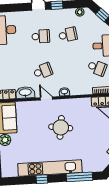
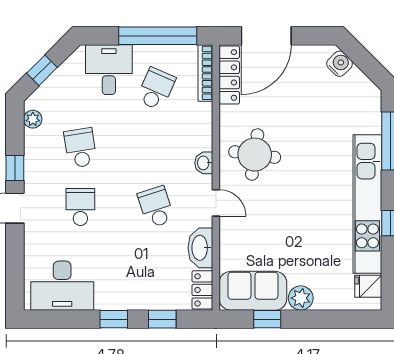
door: (46, 98) -> (216, 203), swing flipped
round table: (61, 127) -> (255, 155), moved
fridge: (12, 171) -> (368, 286), added

